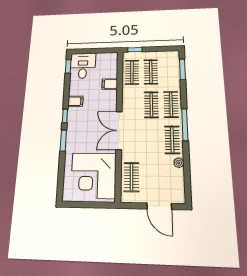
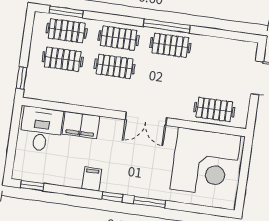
desk: (83, 66) -> (41, 129), moved, turned 90
clothes rail: (132, 72) -> (67, 31), moved
filing cabinet: (110, 84) -> (81, 125), width x2.00
window: (185, 125) -> (167, 26), moved
double door: (119, 130) -> (146, 119), width x0.73
plant: (179, 163) -> (203, 42), removed

